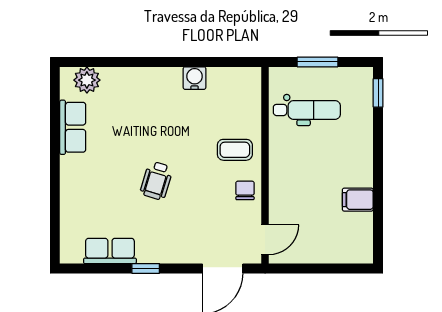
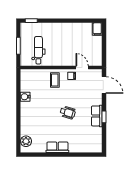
row of seats: (73, 127) -> (57, 147), moved
filing cabinet: (358, 200) -> (97, 29), moved
door: (265, 240) -> (82, 67), moved
row of seats: (110, 251) -> (97, 116), moved

